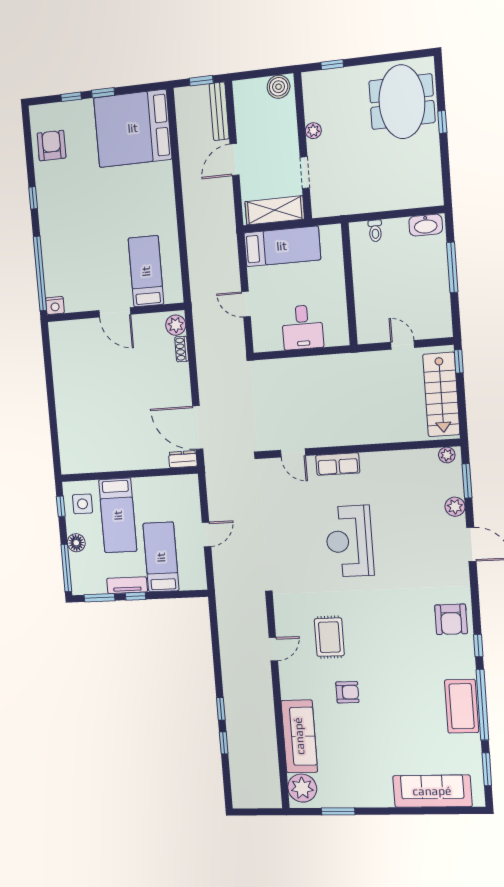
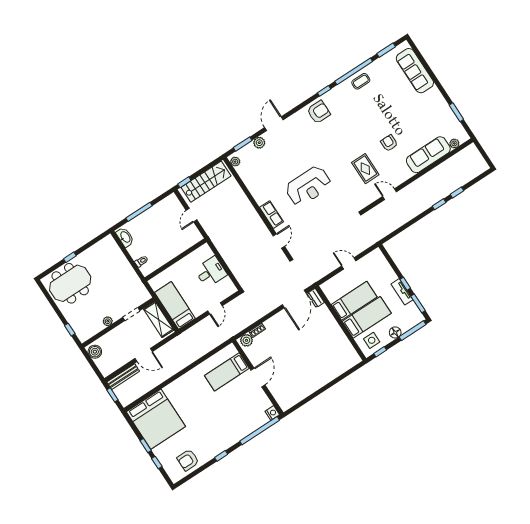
bed: (161, 557) -> (354, 301), moved, turned 180
rug: (329, 637) -> (365, 169), turned 90
coffee table: (462, 706) -> (361, 81), width x0.54, depth x0.58
plant: (302, 788) -> (454, 143), width x0.53, depth x0.53

